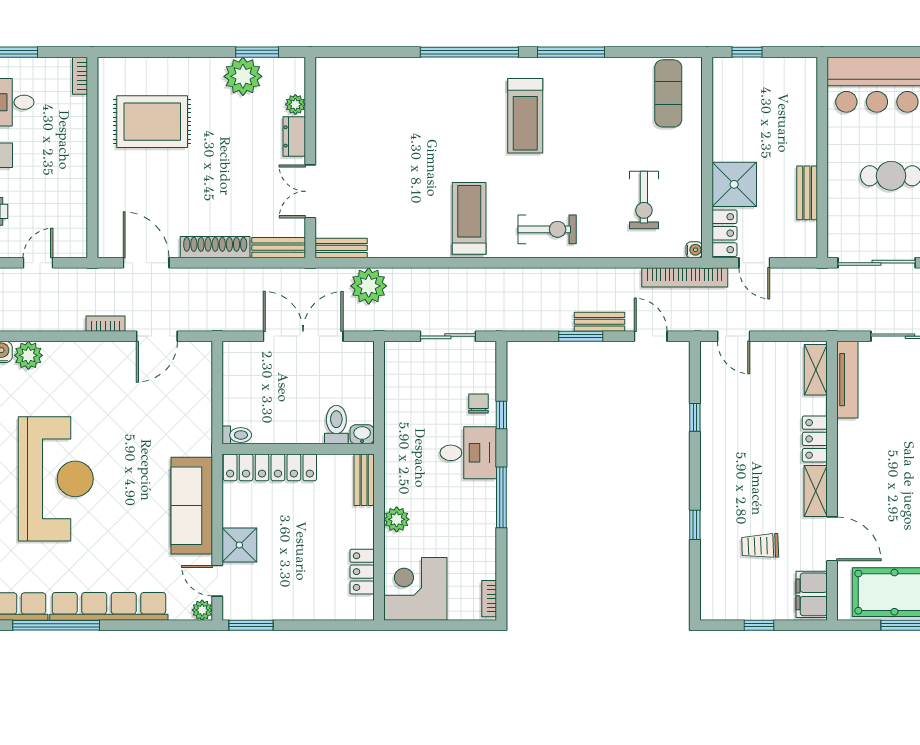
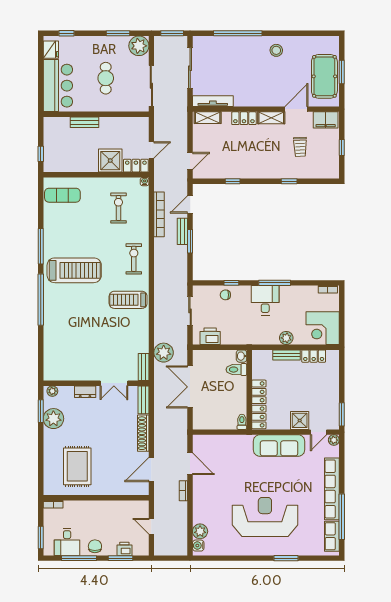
plant: (295, 104) -> (52, 391), moved
treadmill: (525, 116) -> (74, 270), width x1.37, depth x1.38
bench: (807, 193) -> (84, 122), moved
exercise bike: (644, 200) -> (118, 208), turned -90
bookcase: (685, 277) -> (159, 214), moved
printer: (400, 375) -> (210, 336), added
desk: (468, 453) -> (265, 300), moved
bench: (364, 480) -> (287, 355), moved

